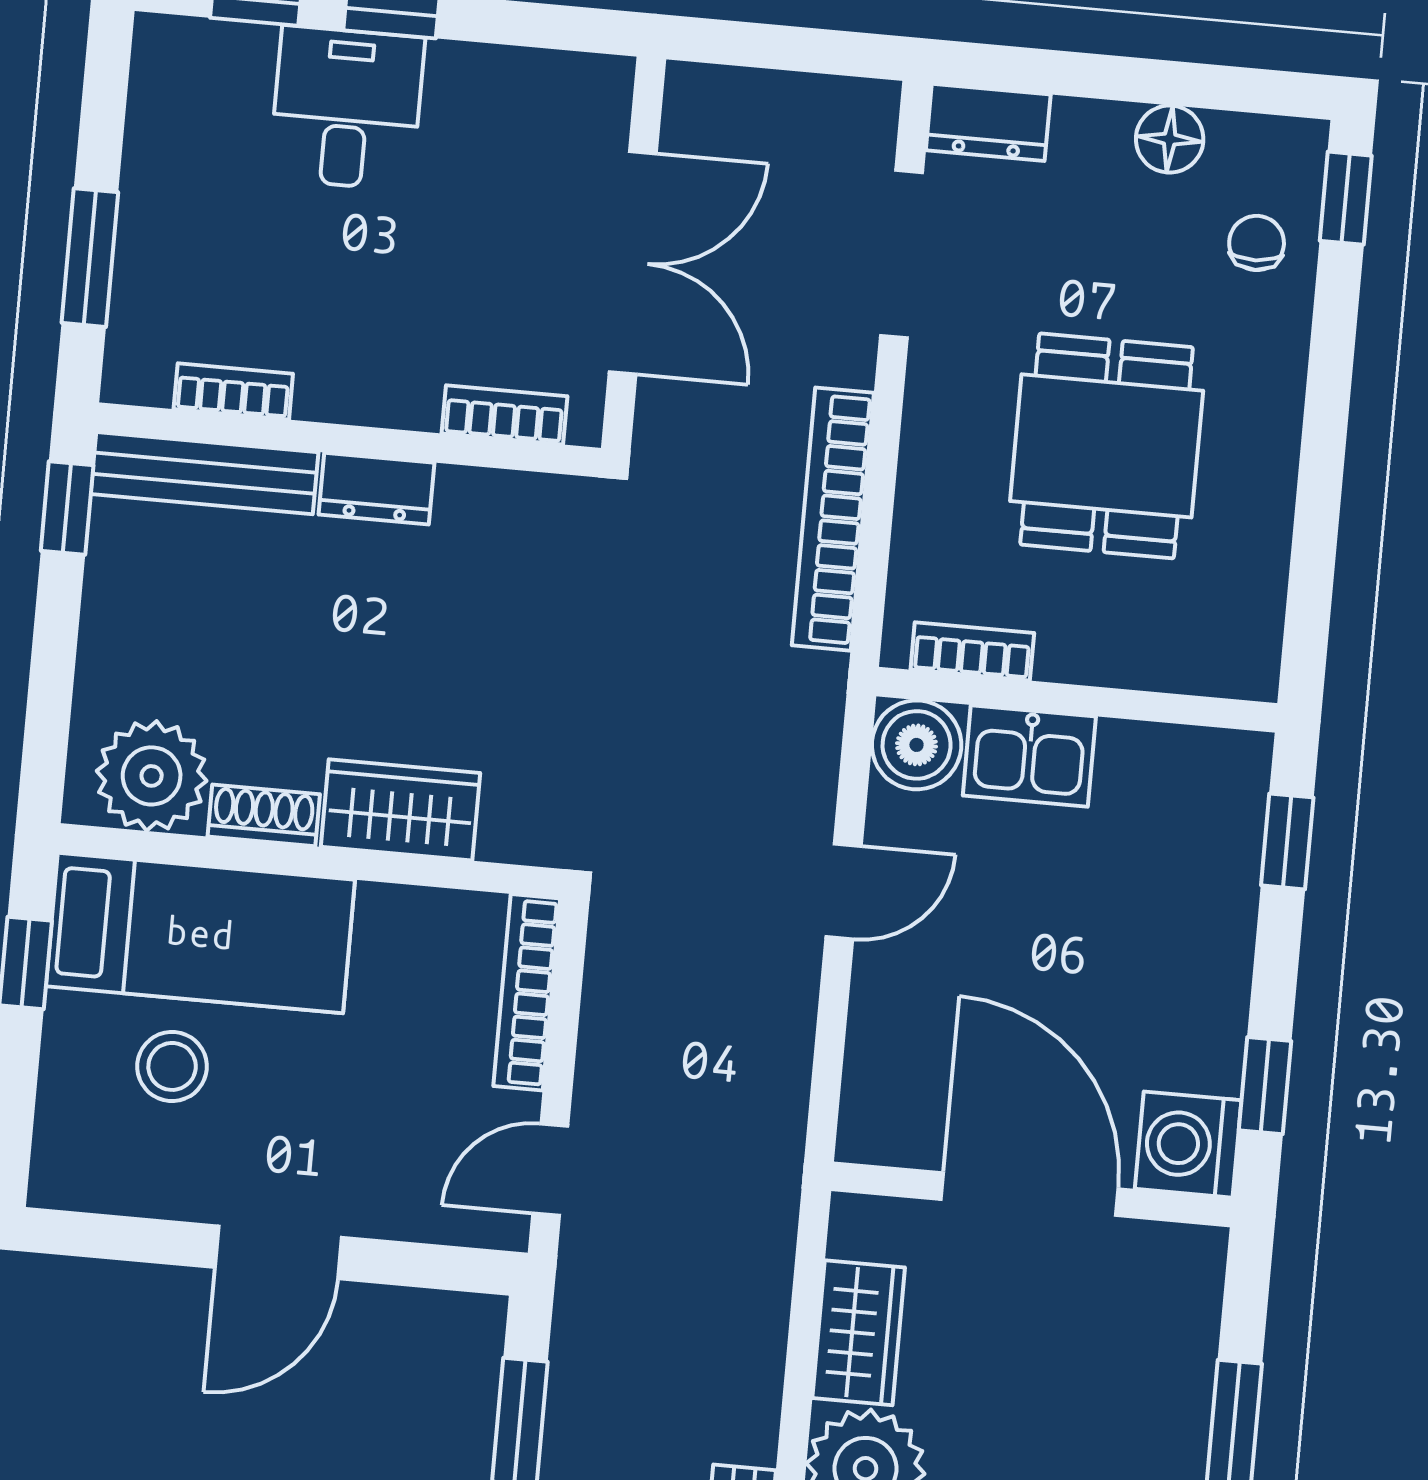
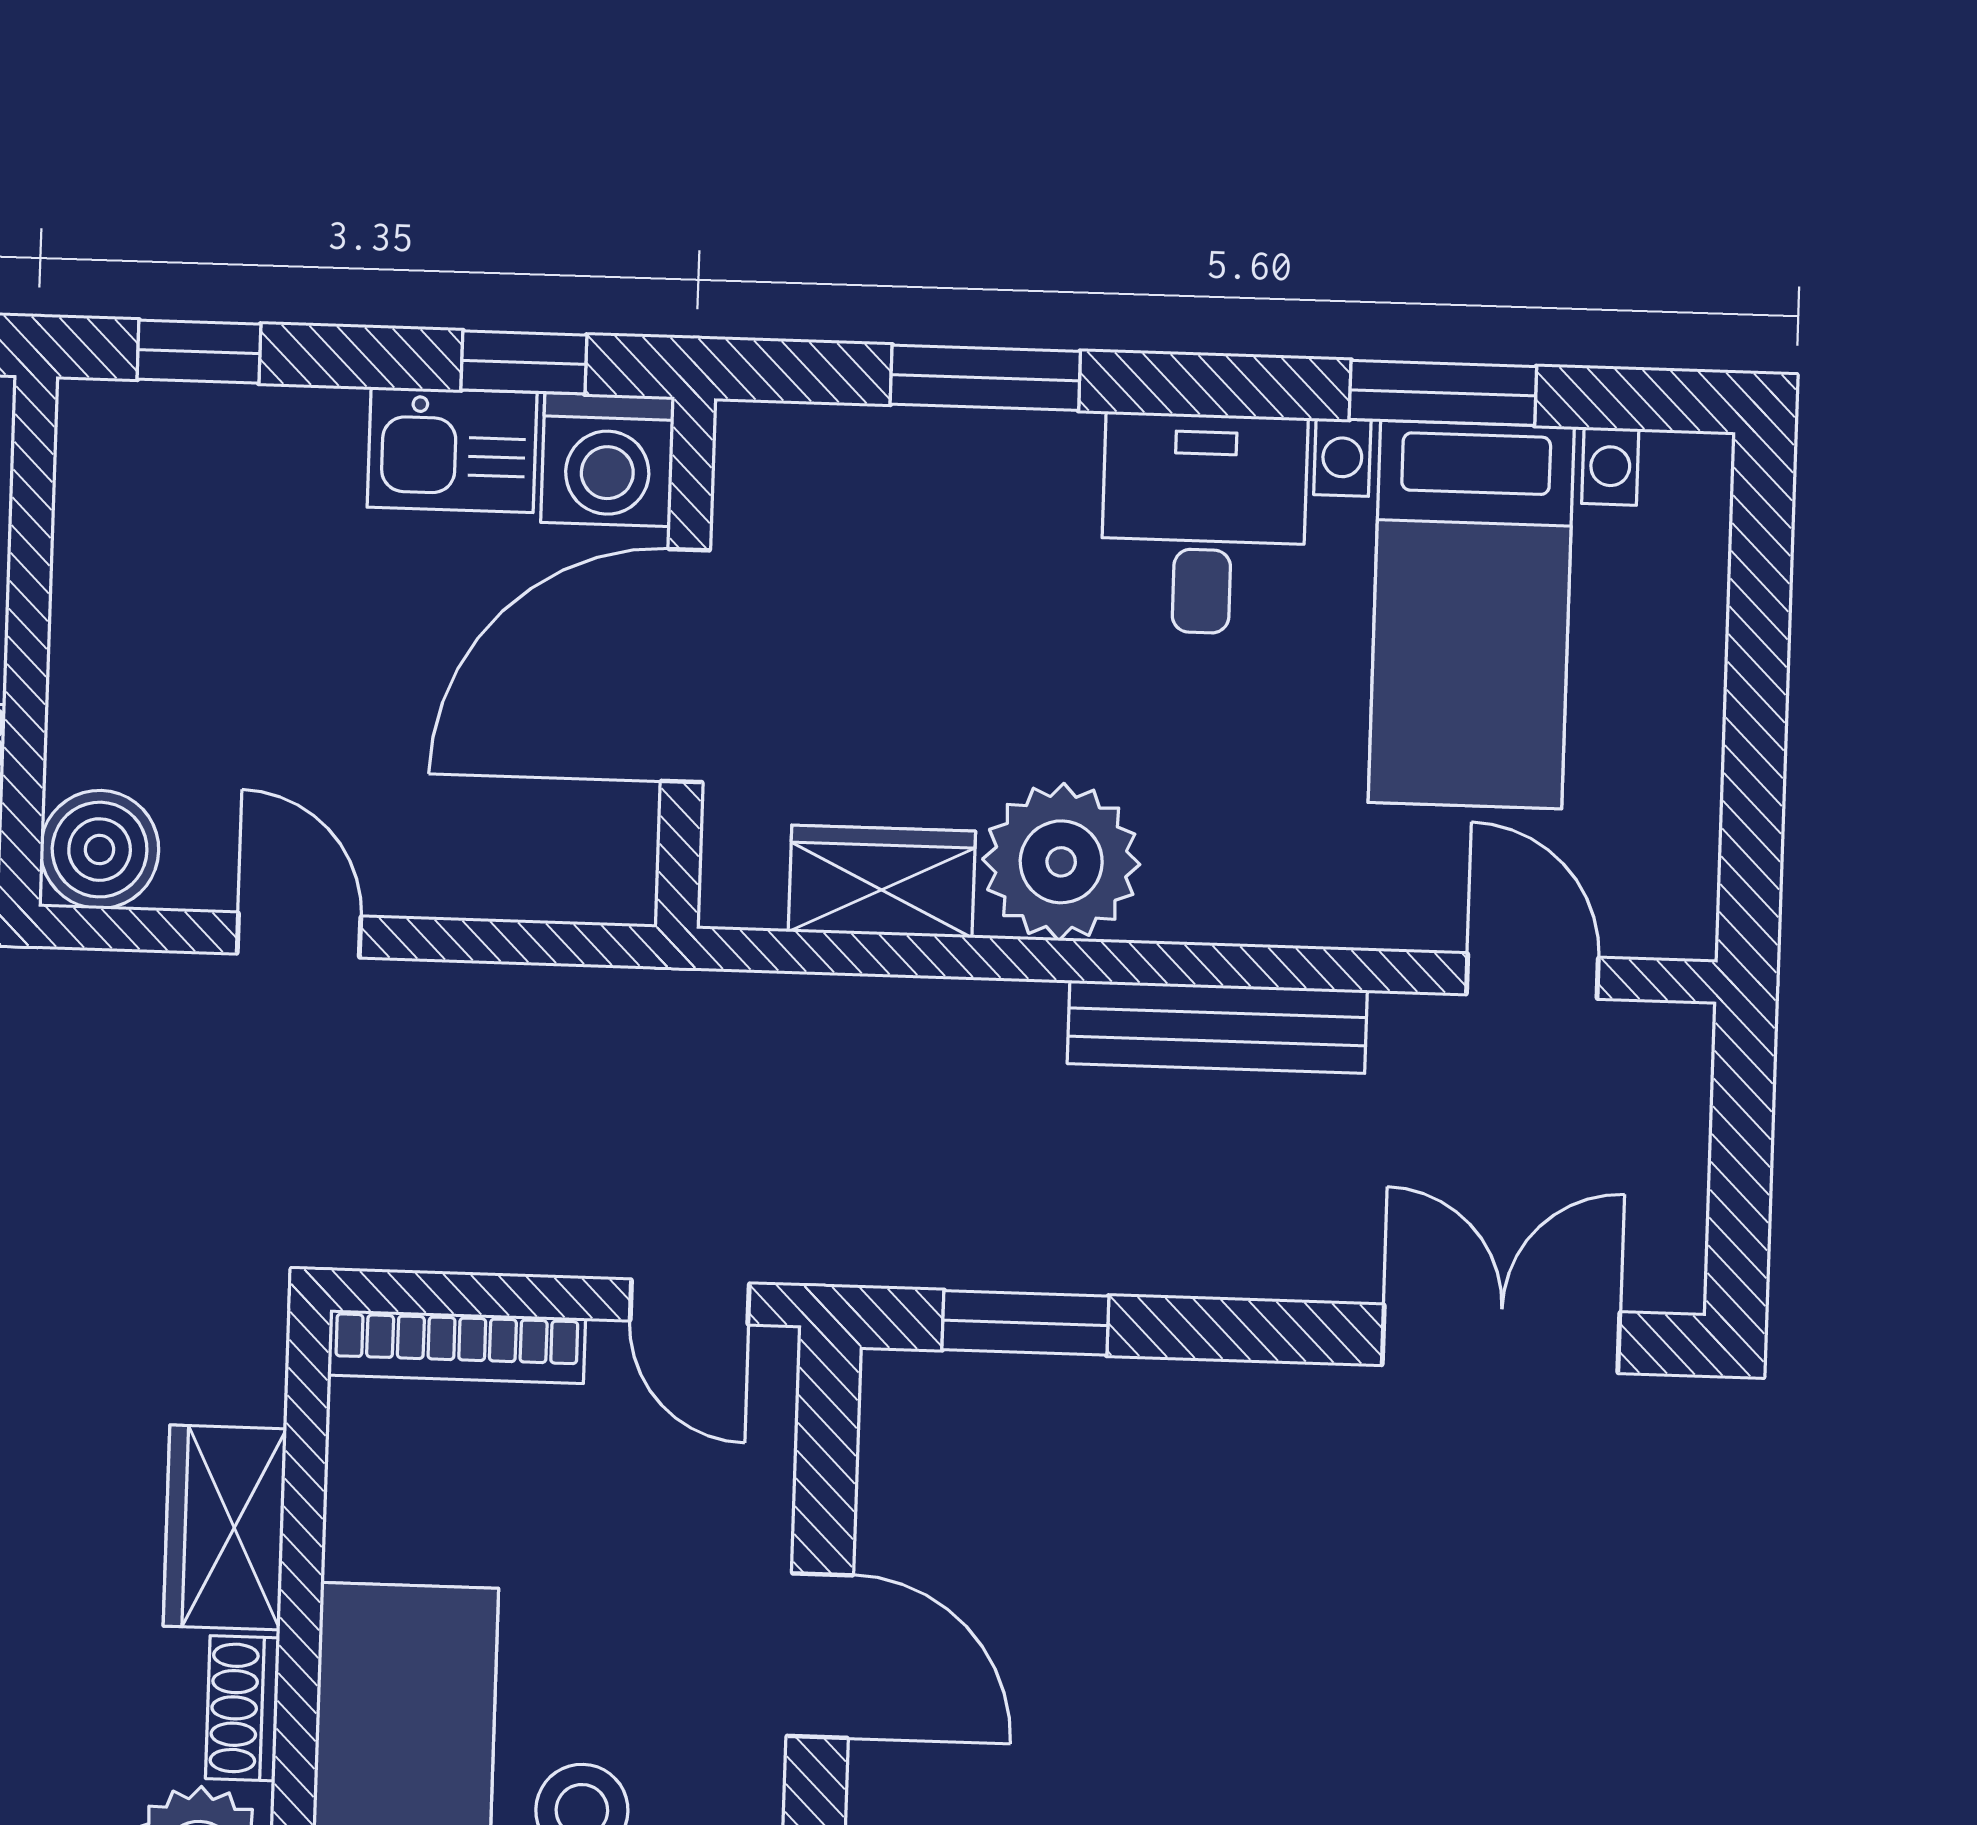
kitchen sink: (1029, 756) -> (452, 450), moved, turned 90

